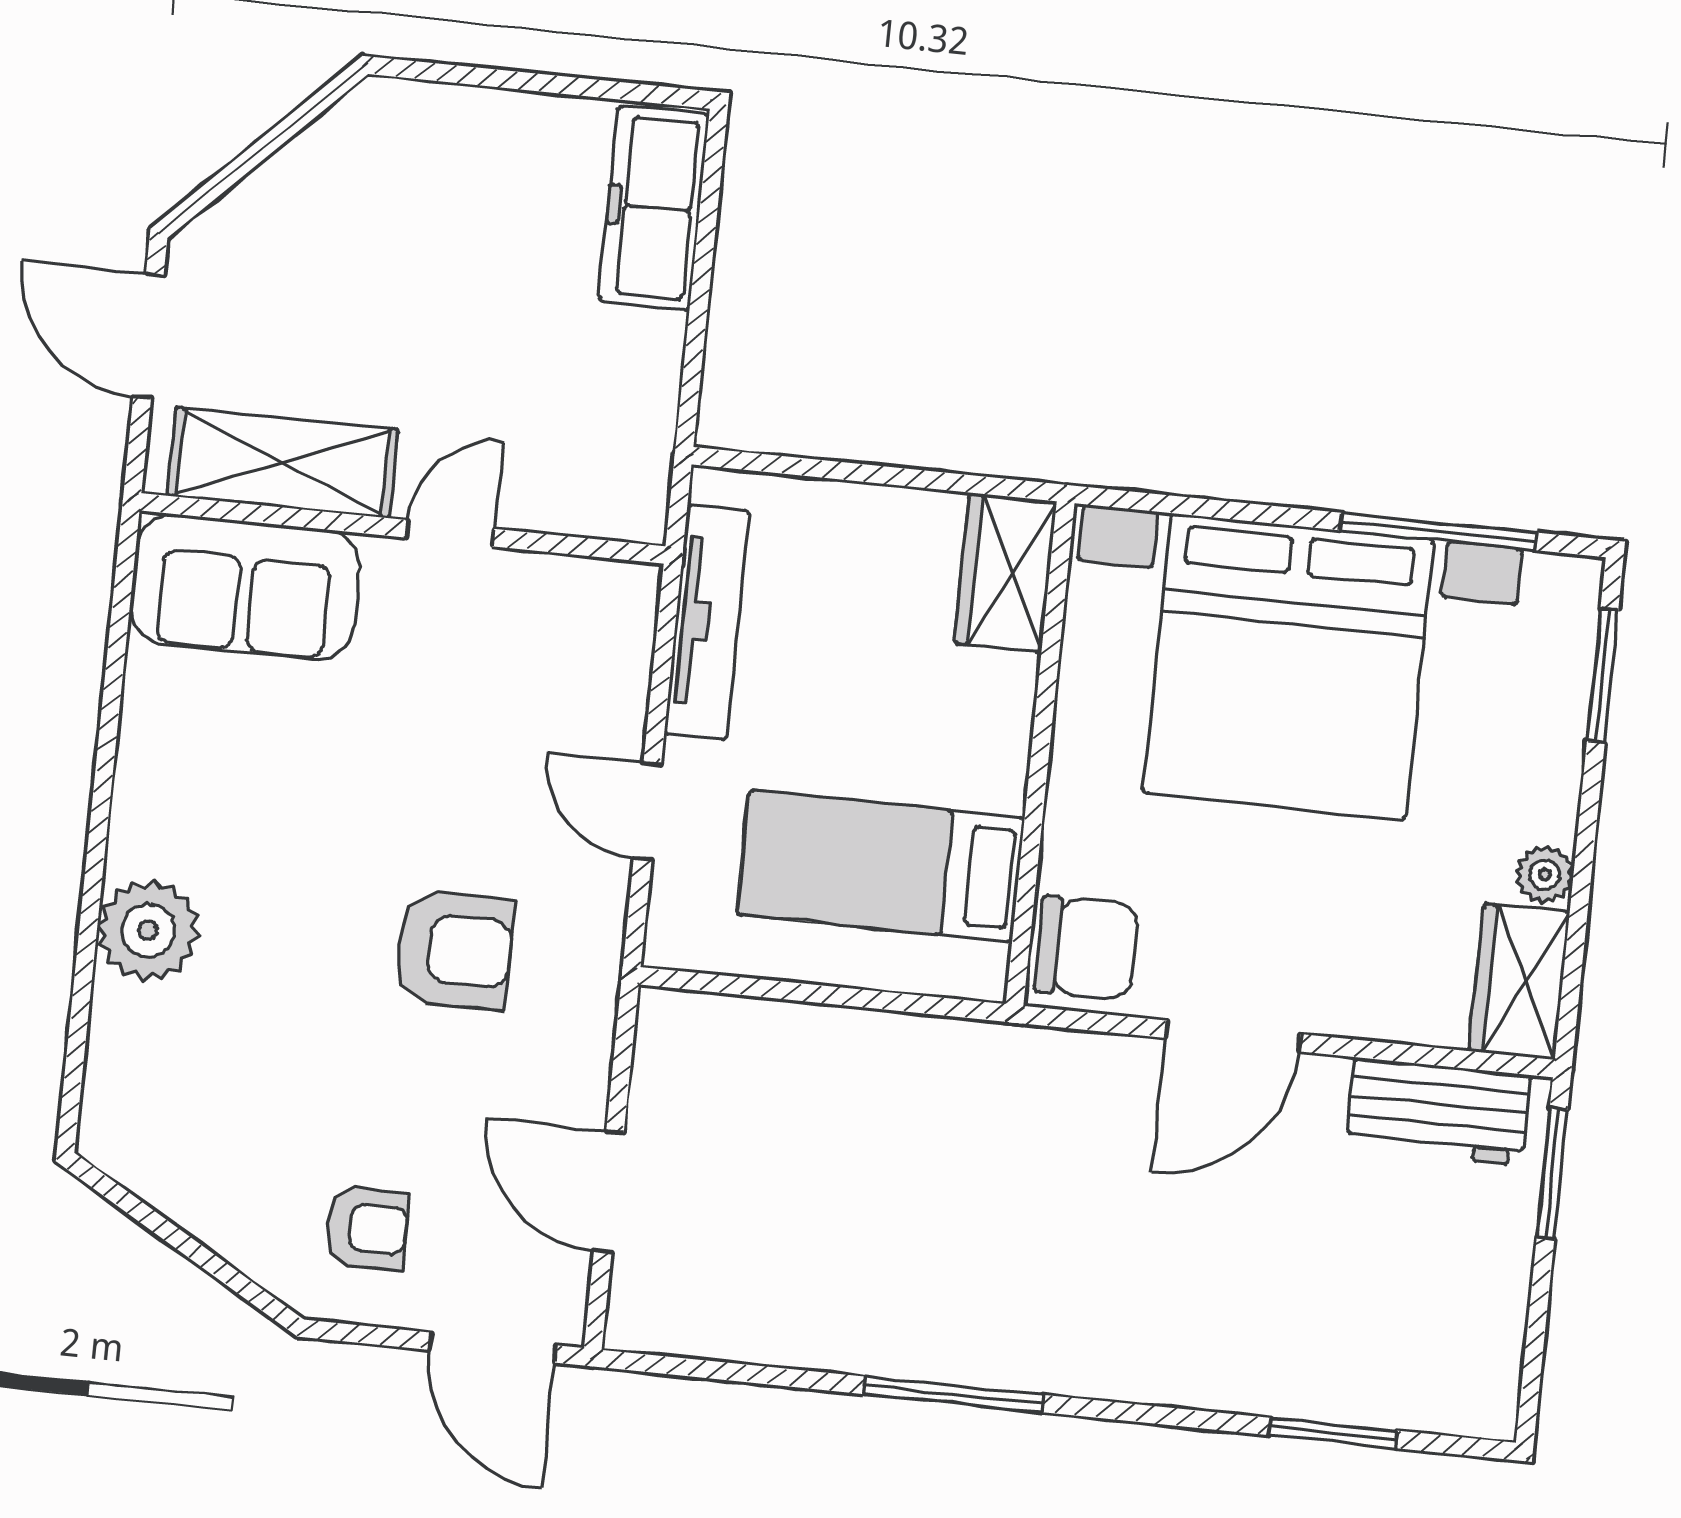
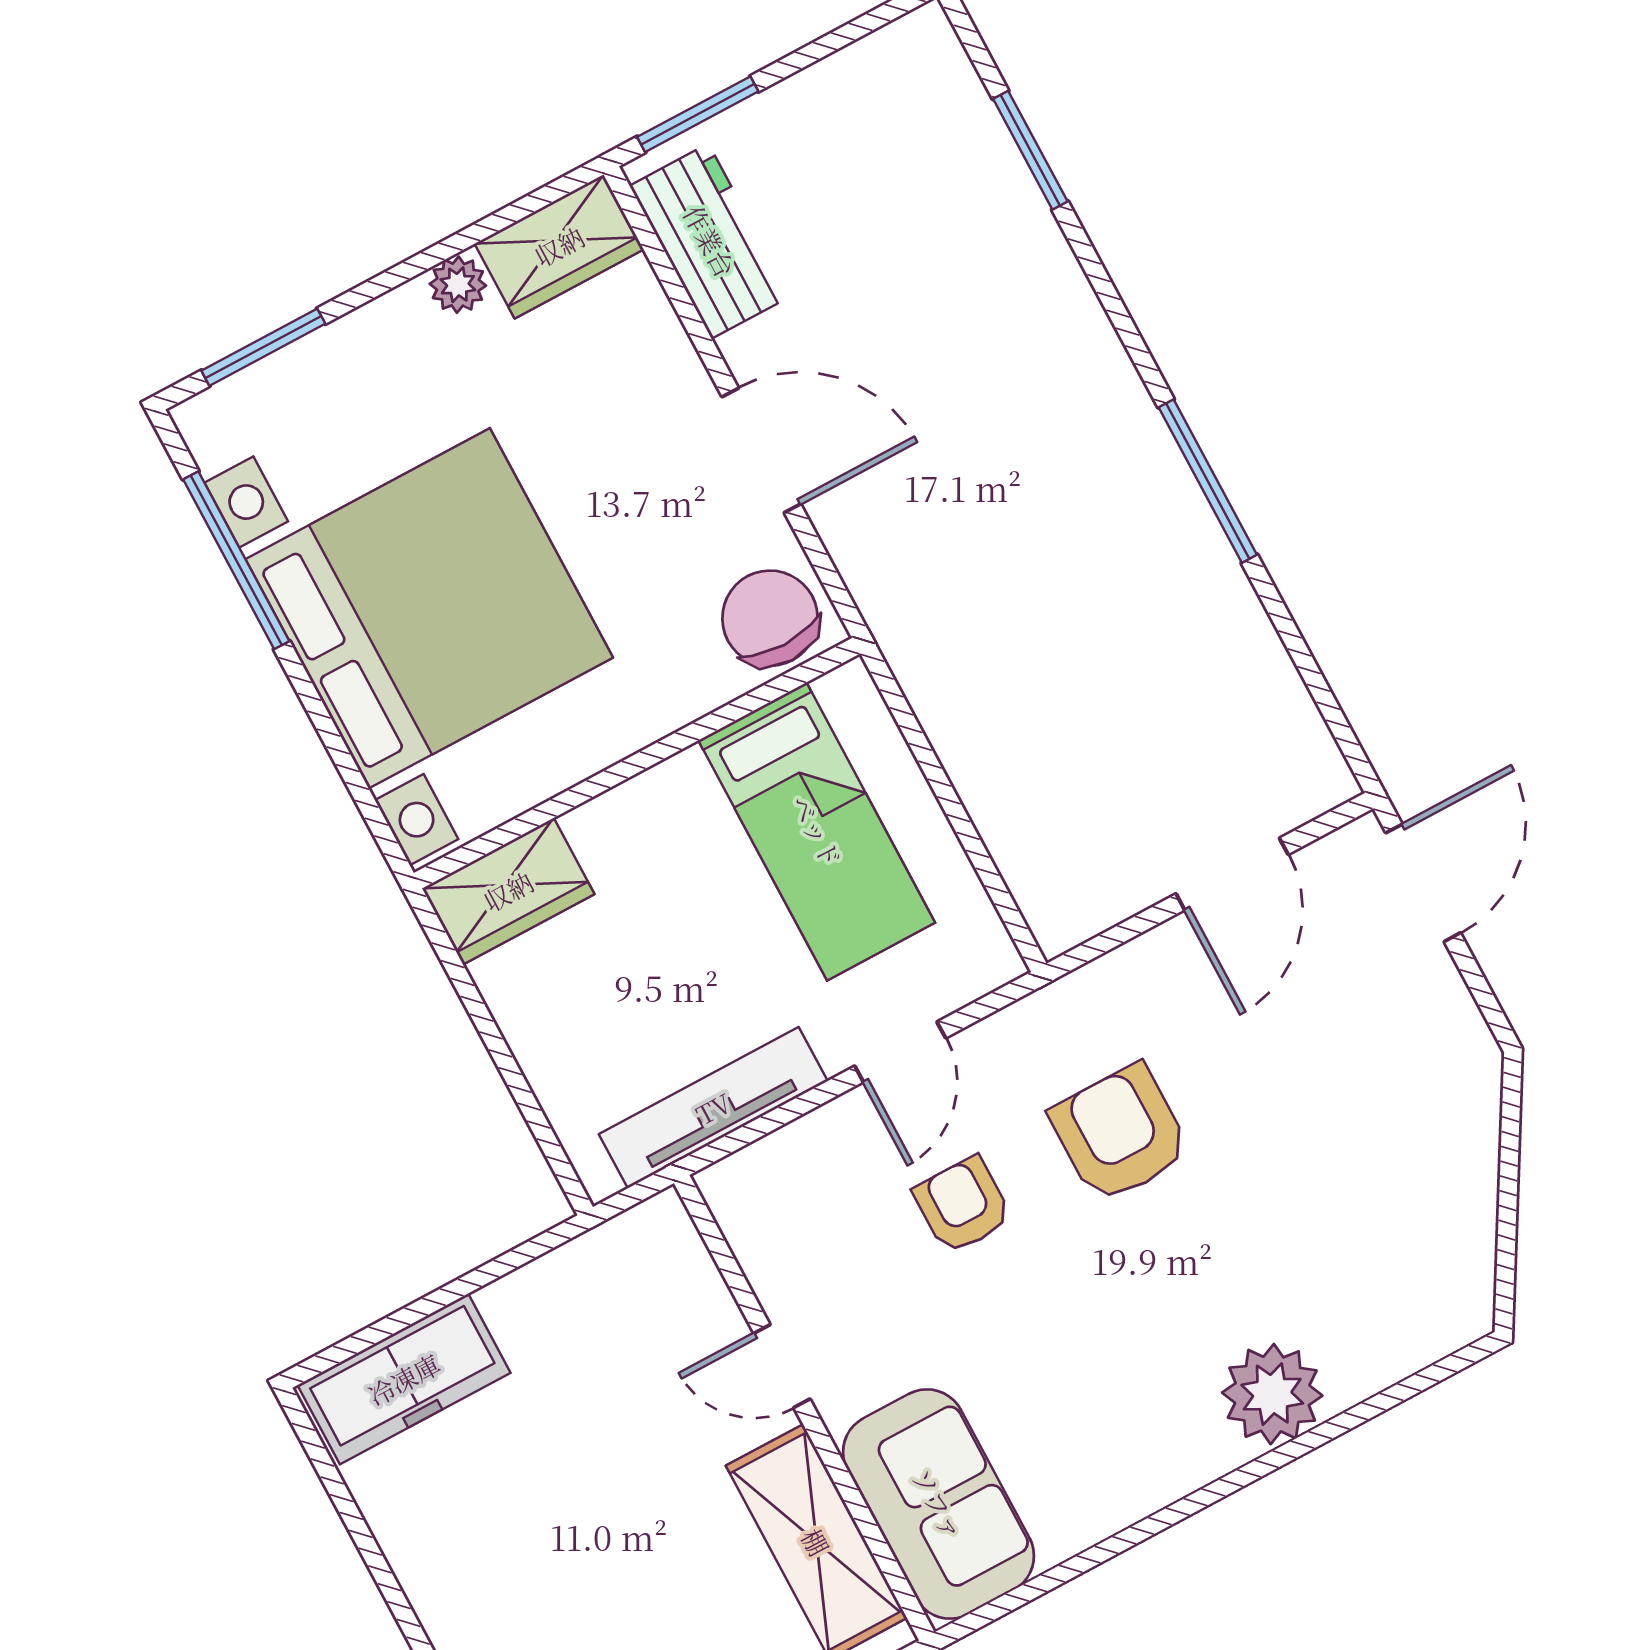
armchair: (367, 1228) -> (963, 1205), moved

